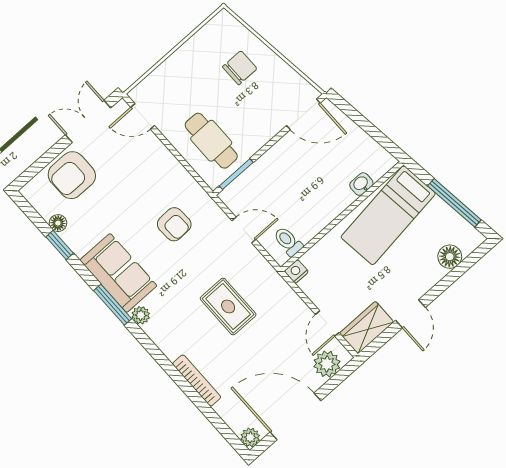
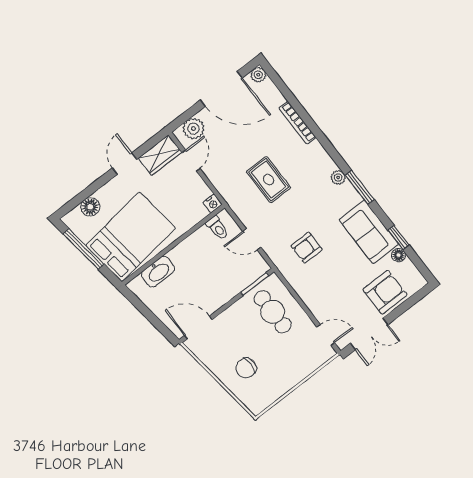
washbasin: (361, 184) -> (158, 272), width x1.91, depth x1.45
bed: (388, 215) -> (131, 237), width x1.50
armchair: (174, 224) -> (307, 248), turned -88
sofa: (118, 273) -> (369, 232), moved

